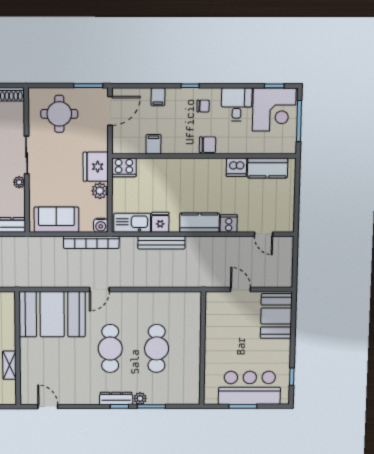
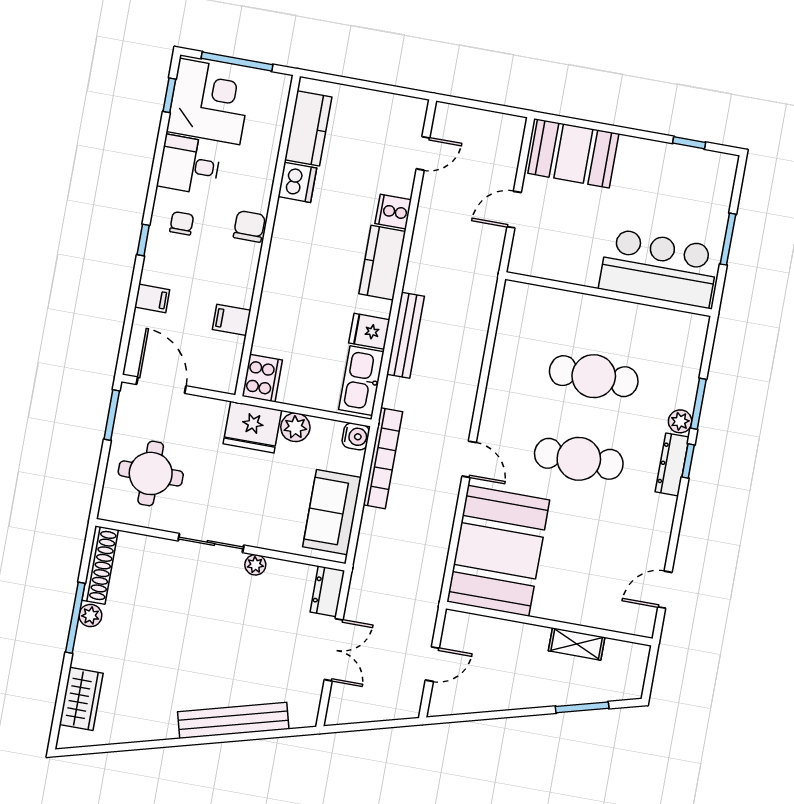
bar counter: (250, 388) -> (659, 268), moved, turned 90

